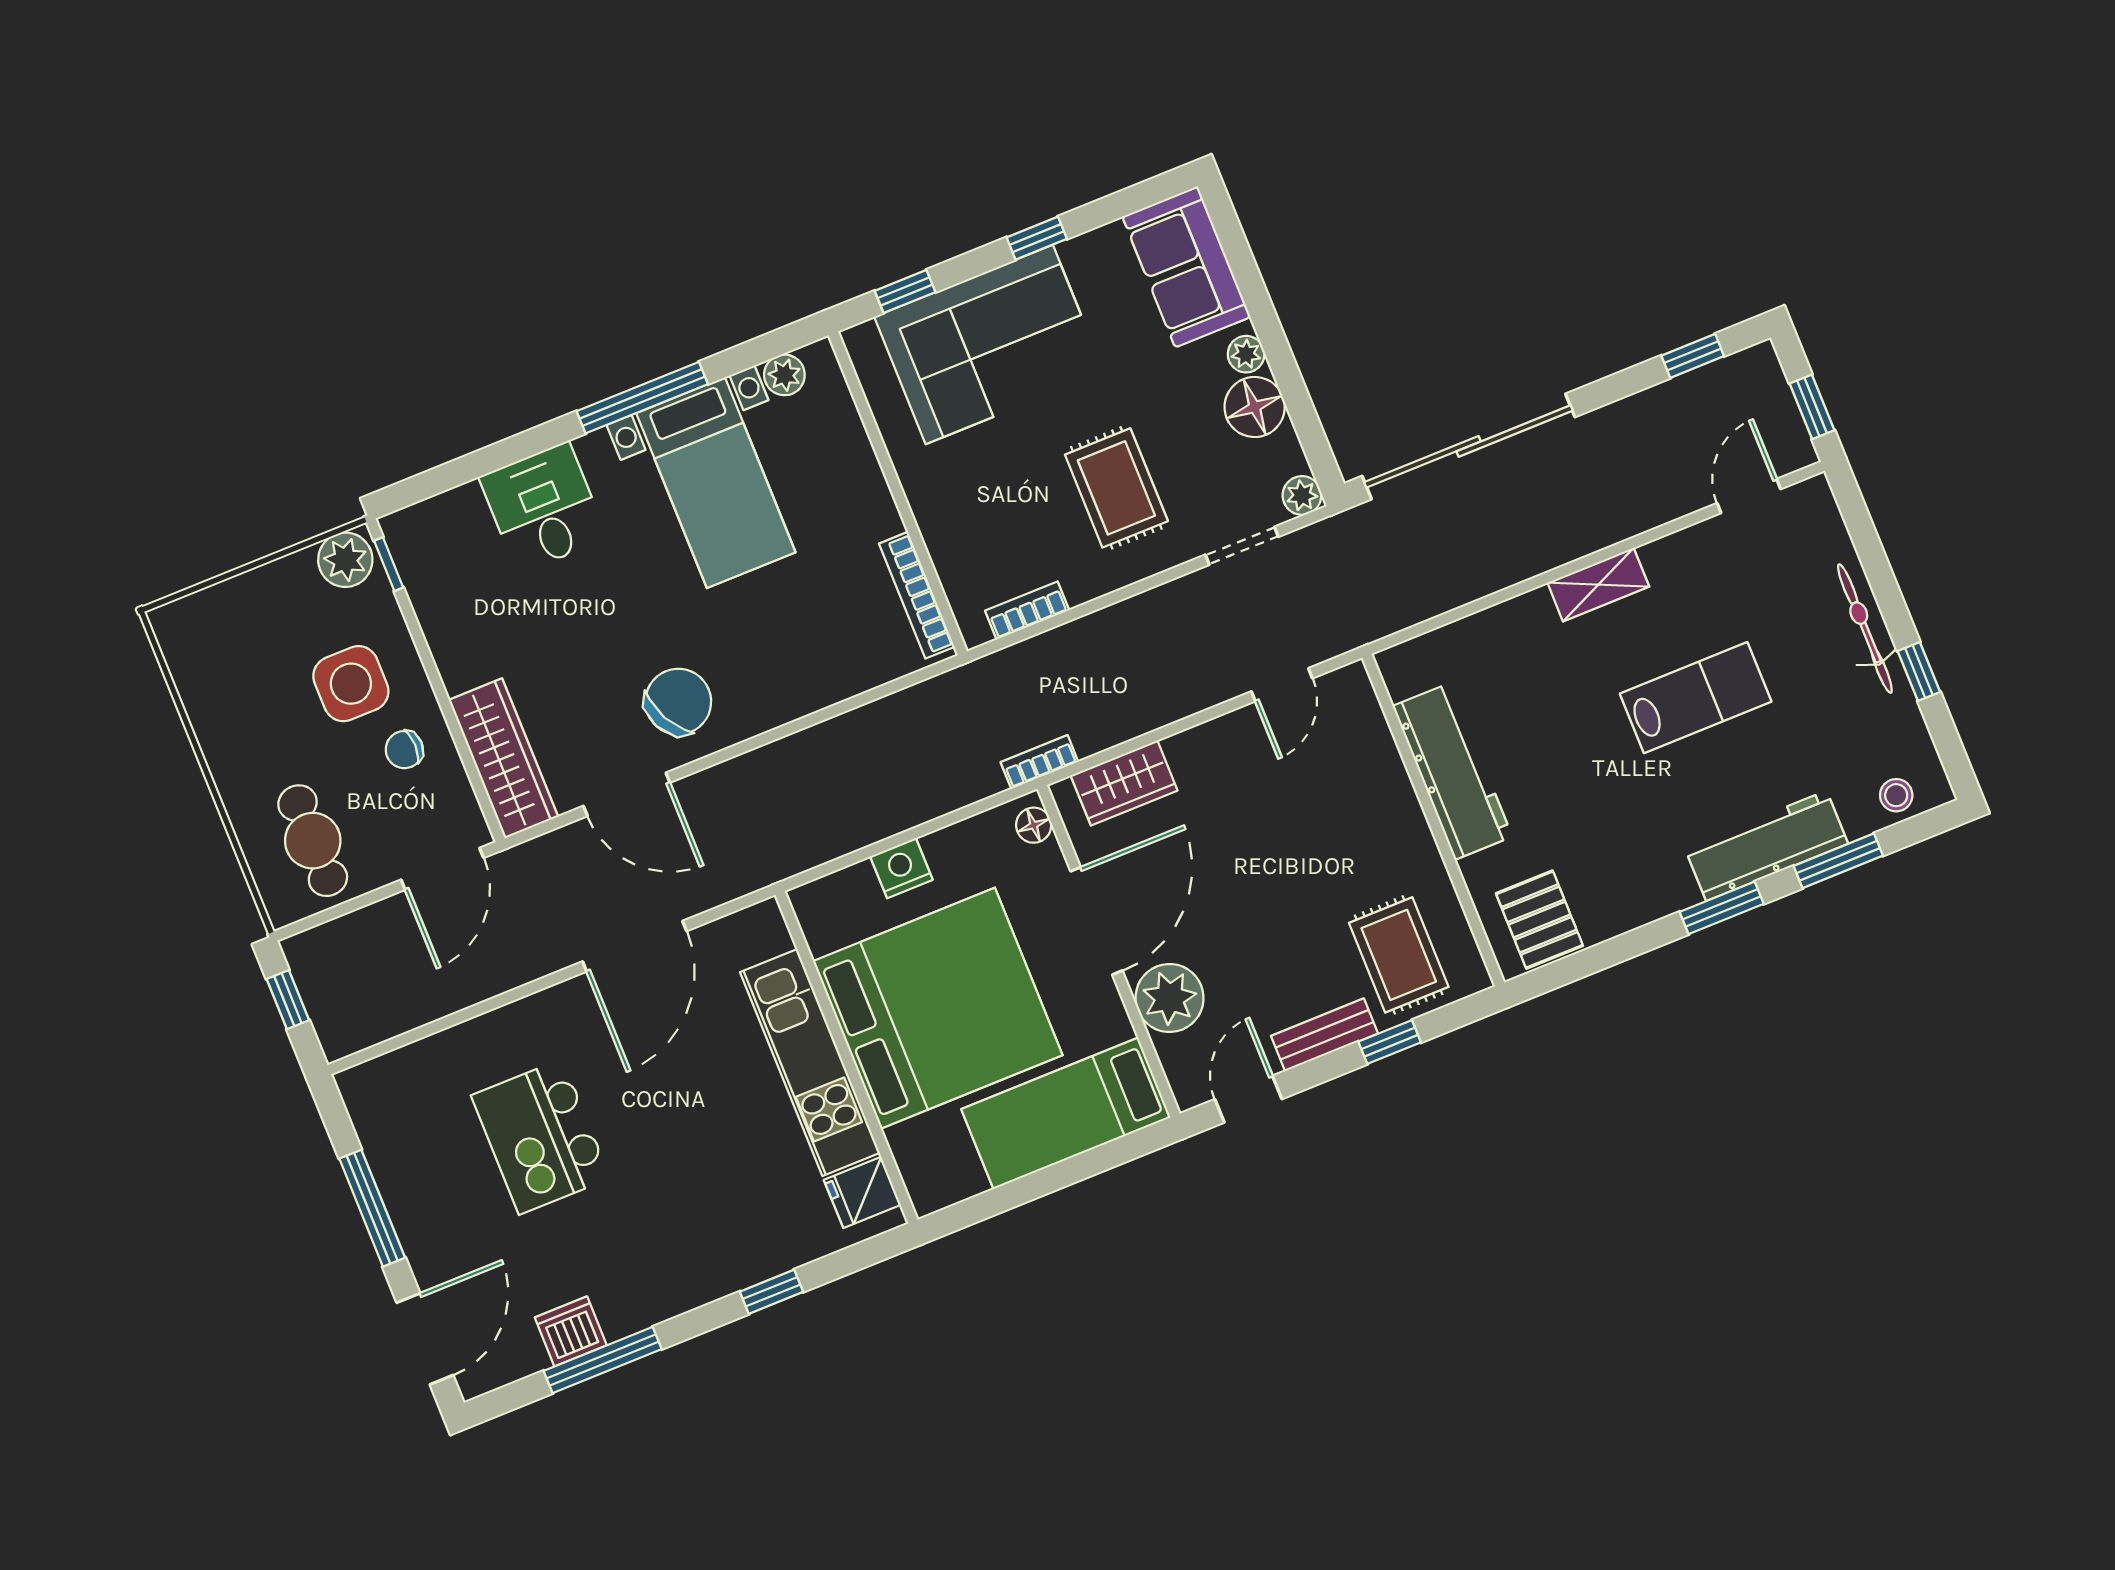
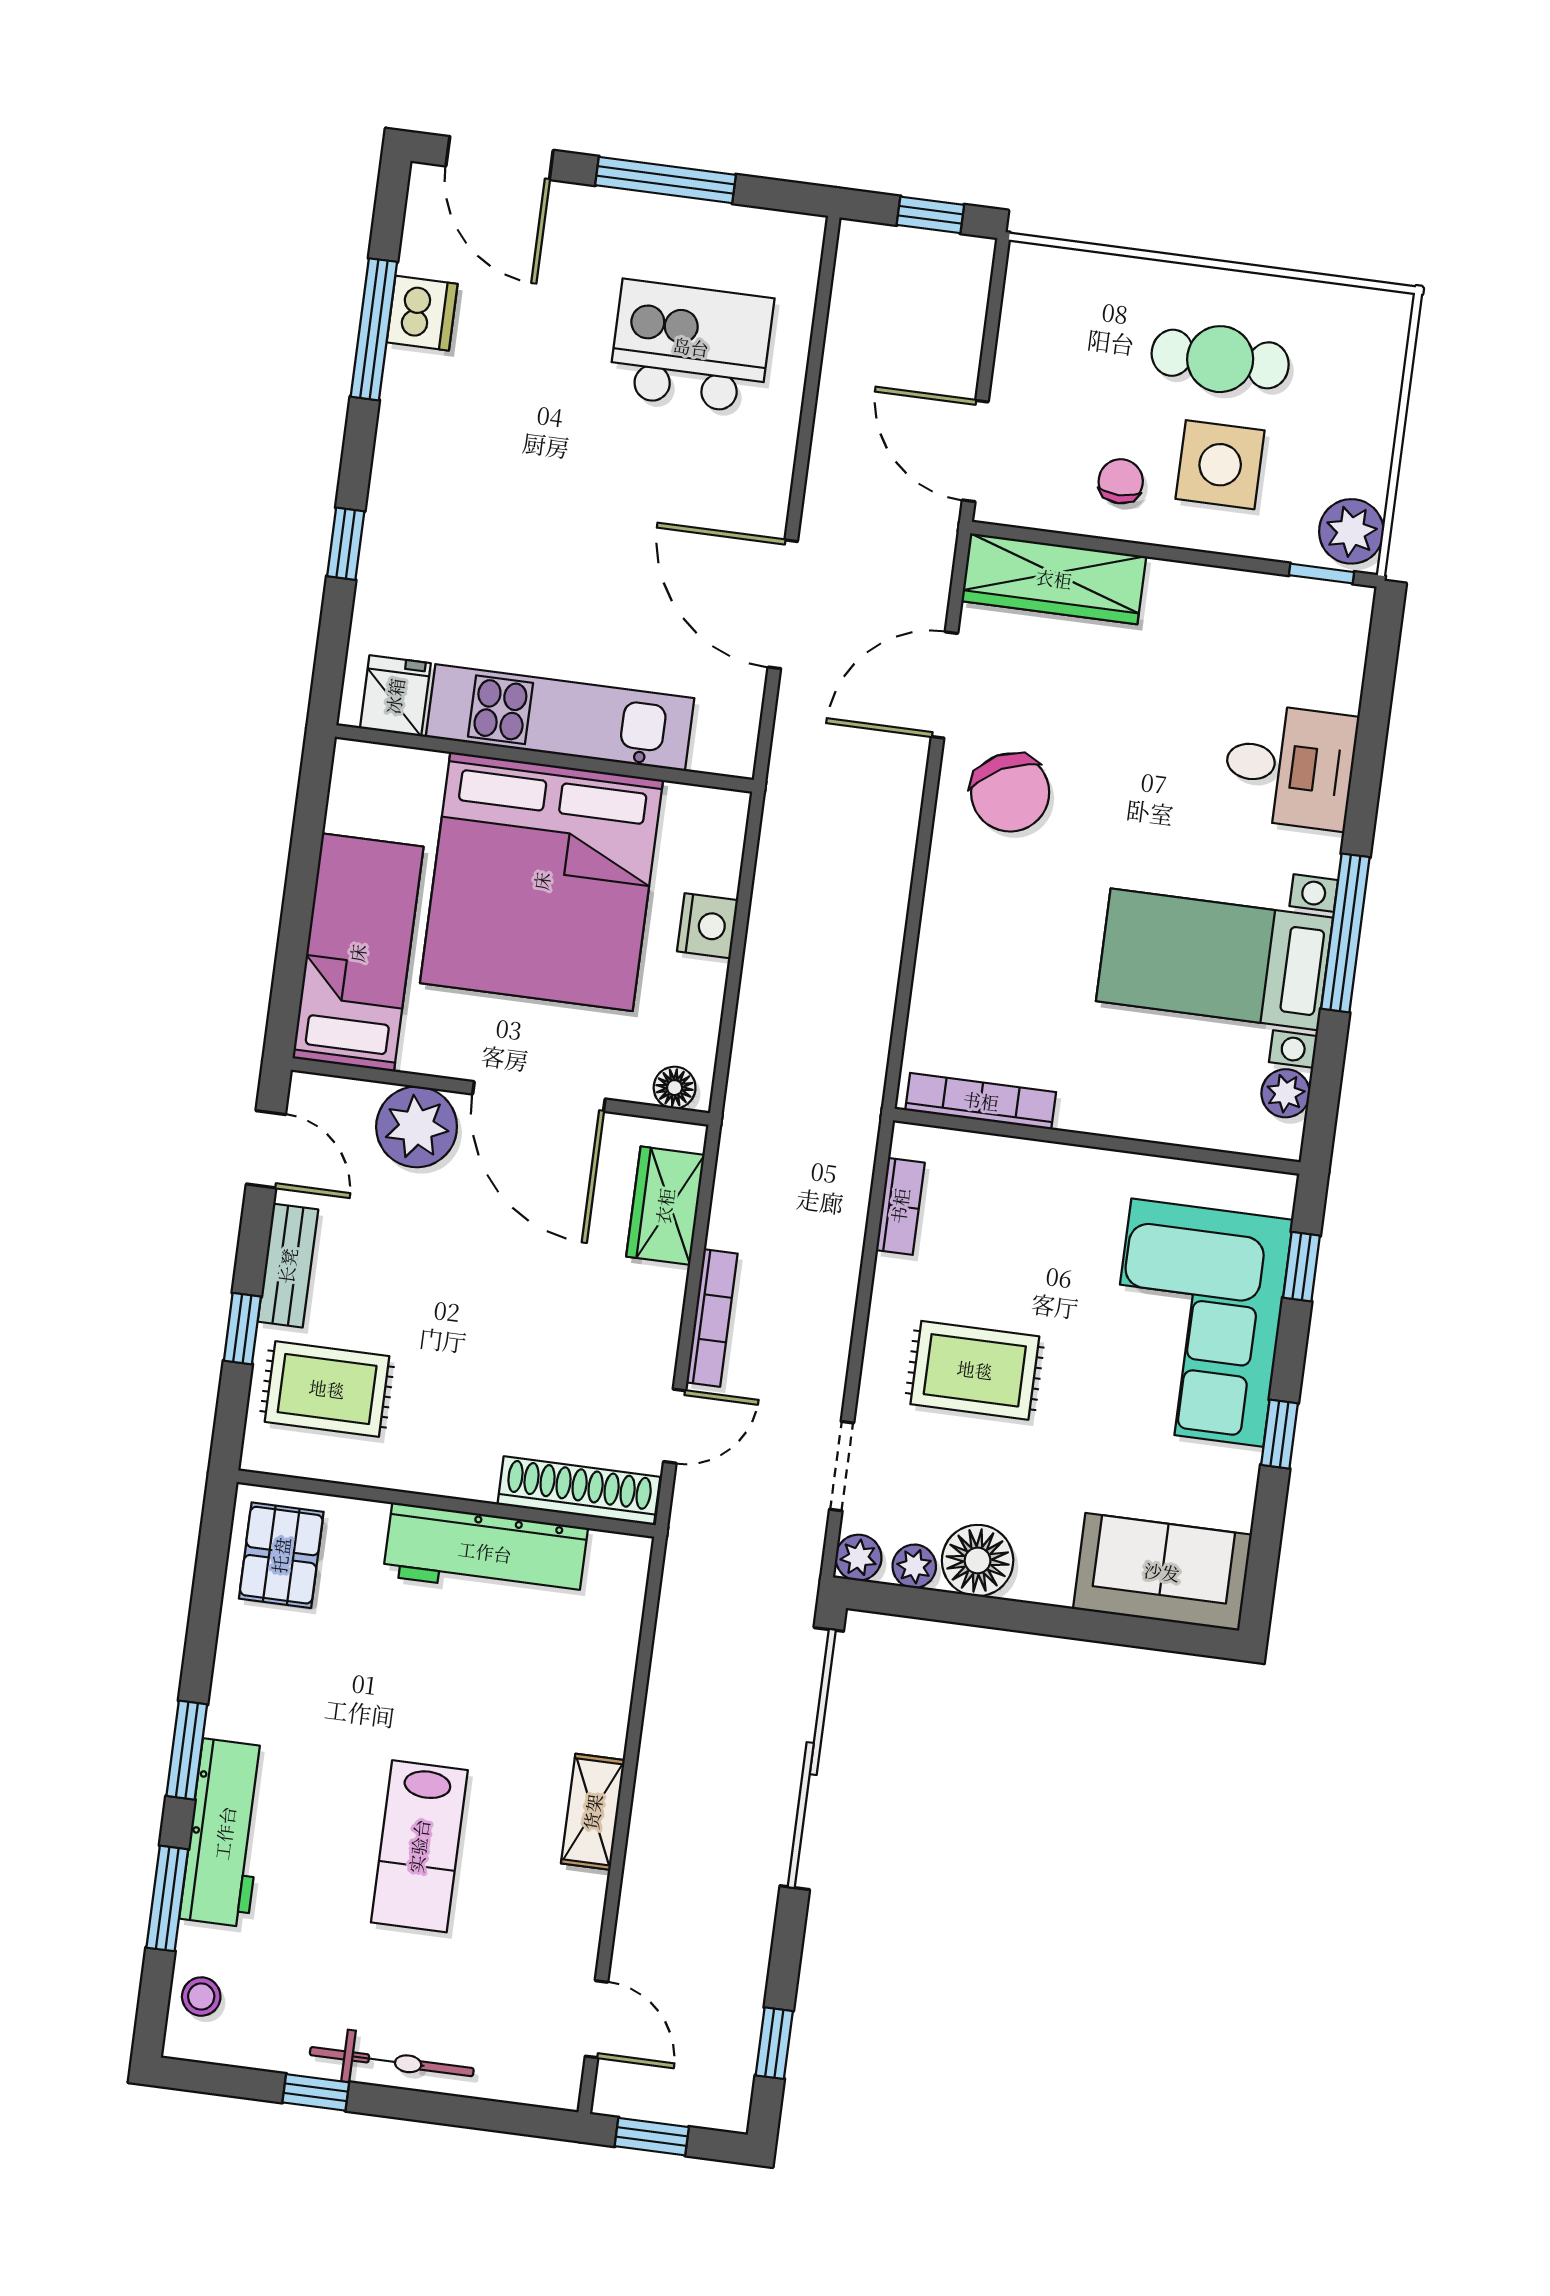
plant: (1246, 354) -> (914, 1566), moved
door: (1282, 685) -> (675, 1426), swing flipped
shoe rack: (1369, 728) -> (579, 1491), added
bookcase: (1039, 762) -> (712, 1318), moved, width x1.56
cafe table: (313, 841) -> (1220, 359), moved
pallet: (1539, 920) -> (281, 1555), turned 90
kitchen island: (541, 1137) -> (691, 347), moved

